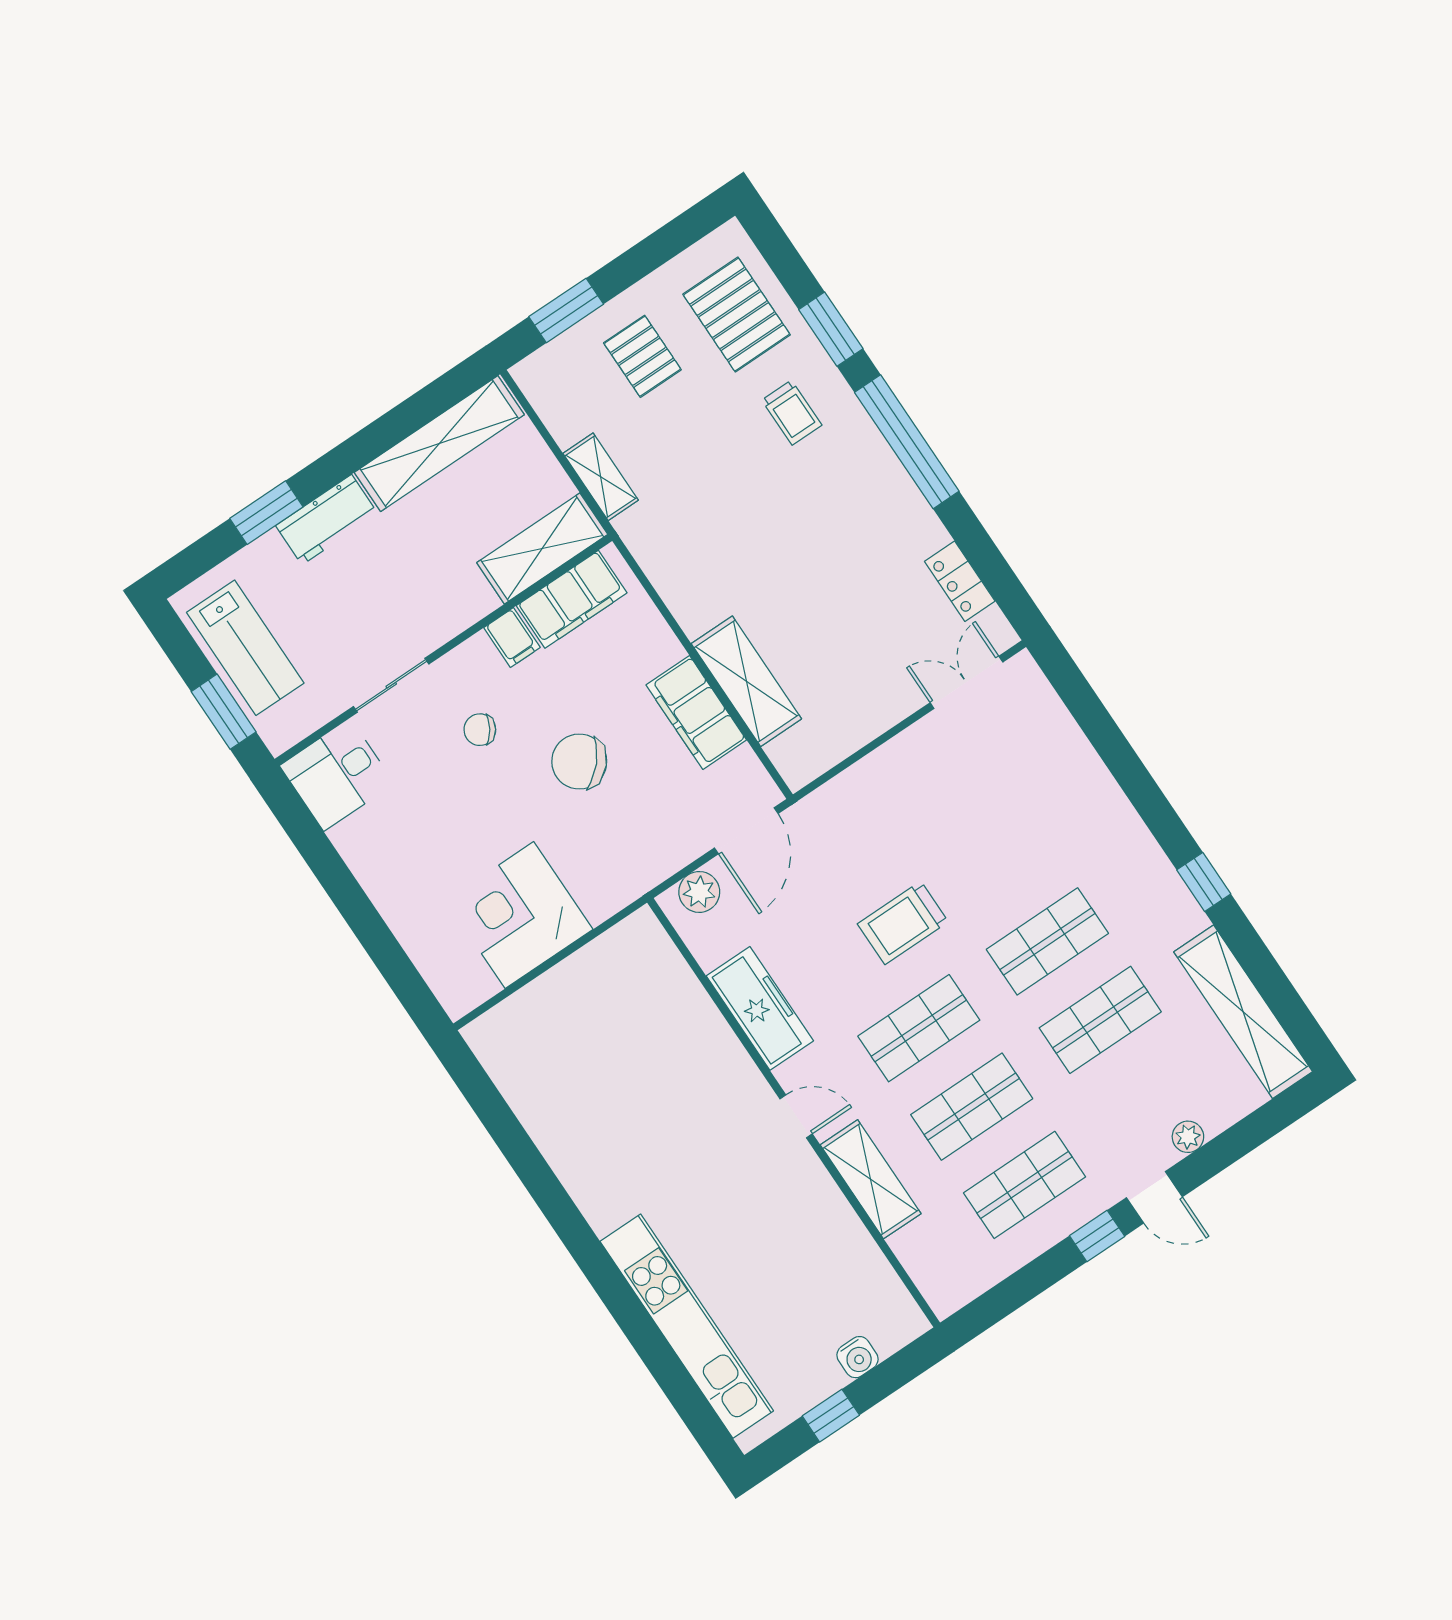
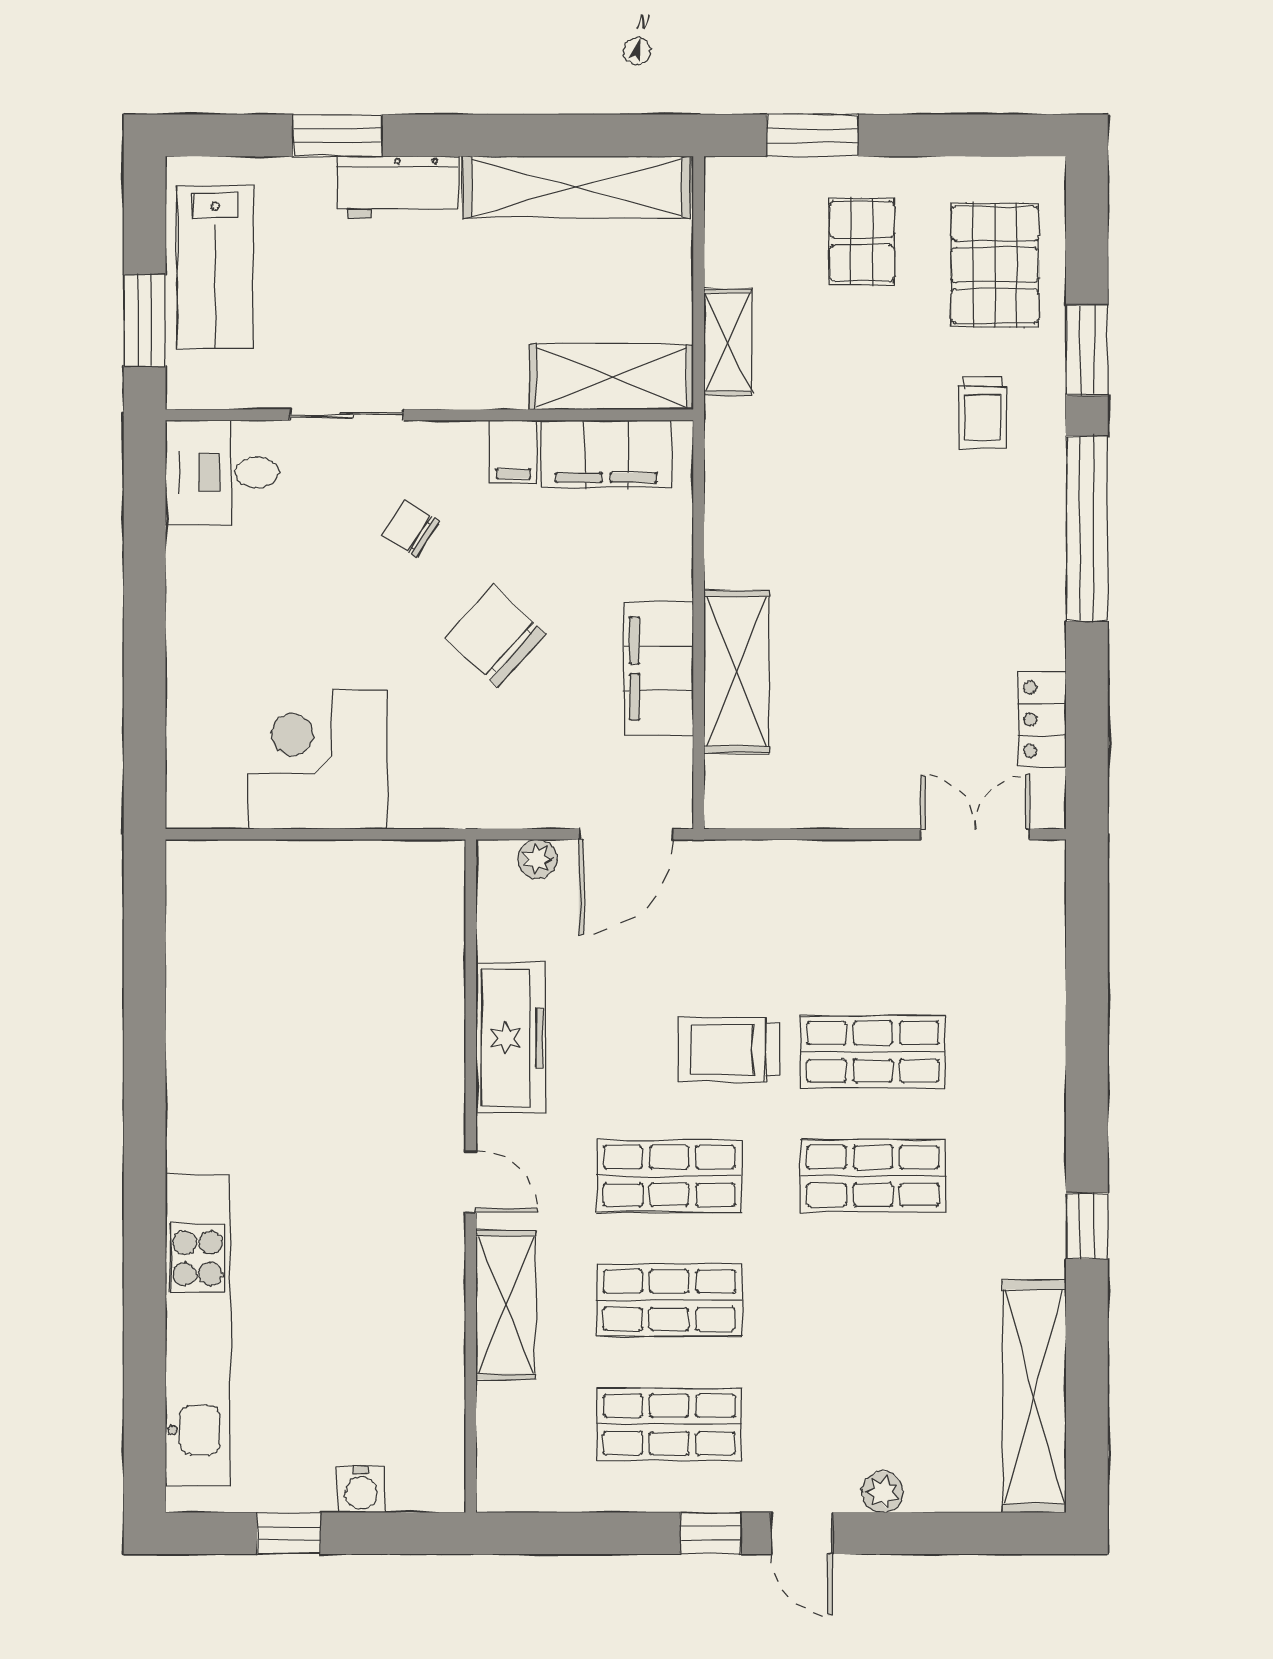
plant: (699, 892) -> (538, 859), width x0.73, depth x0.73
shop shelf: (1100, 1020) -> (873, 1052), moved

